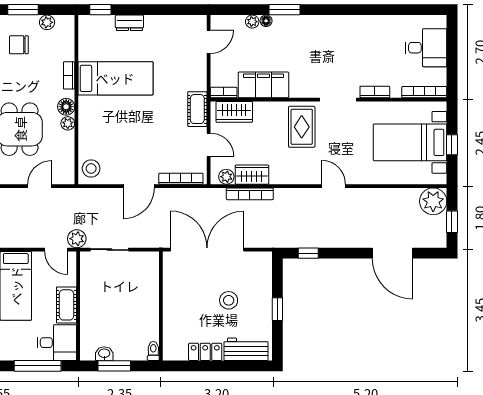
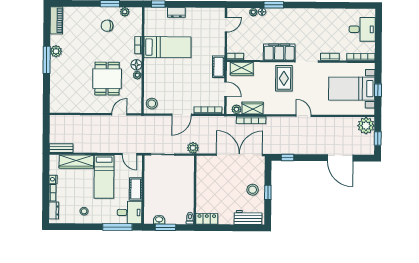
filing cabinet: (263, 85) -> (279, 52), moved
plant: (77, 239) -> (193, 148), moved
double door: (207, 250) -> (239, 155), moved
stool: (229, 300) -> (253, 190), moved
locker: (205, 352) -> (207, 219), moved

